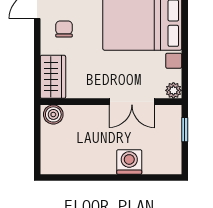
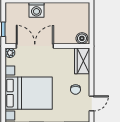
double door: (132, 102) -> (35, 46), width x1.37

